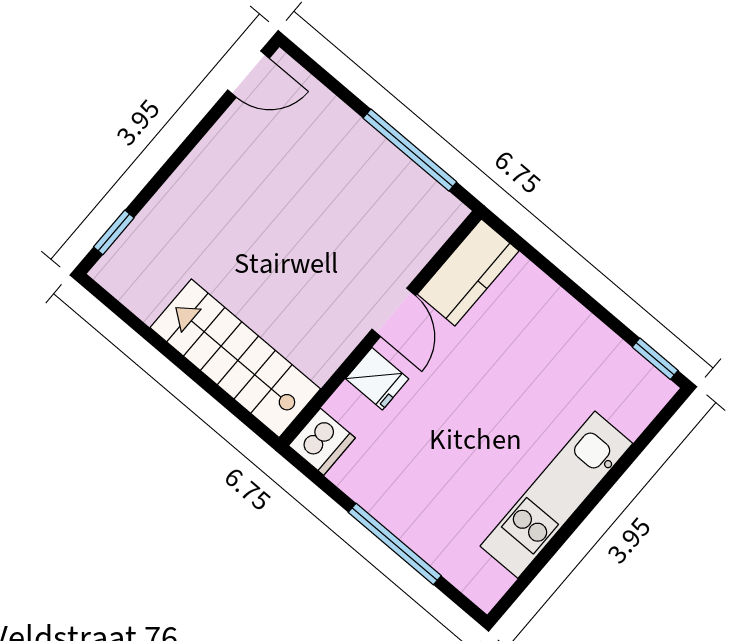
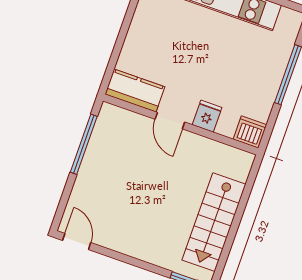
door: (394, 312) -> (170, 121), swing flipped
stairs: (235, 358) -> (214, 222), moved

